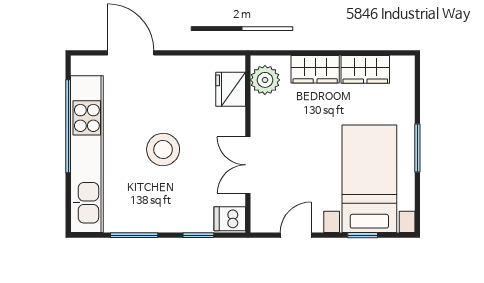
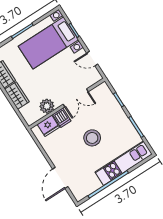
plant: (265, 80) -> (47, 106), moved
kitchen unit: (87, 154) -> (124, 163), width x0.73
dishwasher: (230, 219) -> (62, 118), moved

